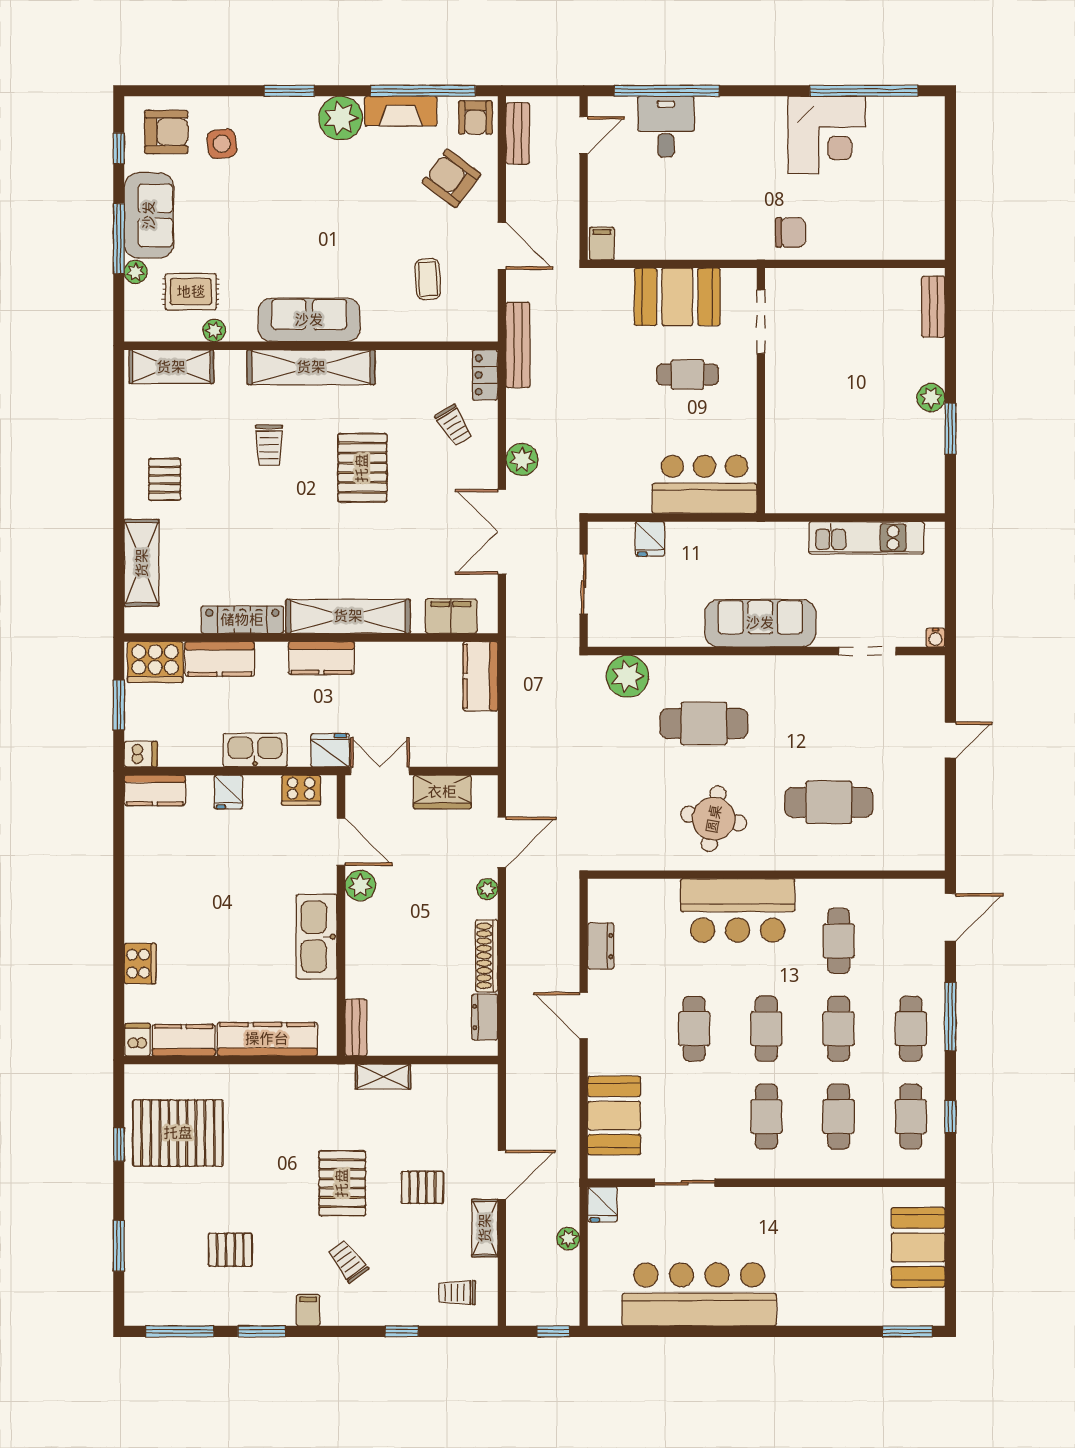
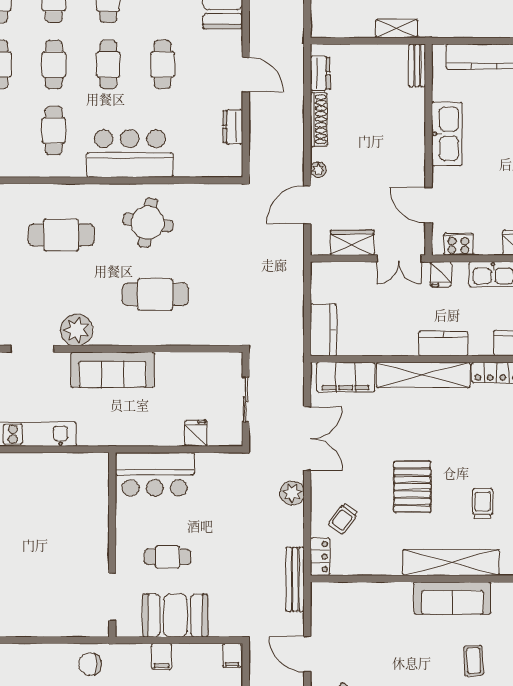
filing cabinet: (695, 242) -> (162, 657), added
coffee table: (428, 279) -> (474, 661), moved
trolley: (454, 426) -> (343, 519), turned -111
filing cabinet: (451, 616) -> (346, 377), width x1.50, depth x1.17
plant: (627, 676) -> (77, 330), moved
fridge: (330, 750) -> (441, 274), width x0.72
plant: (360, 886) -> (414, 172), removed

